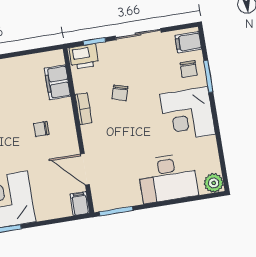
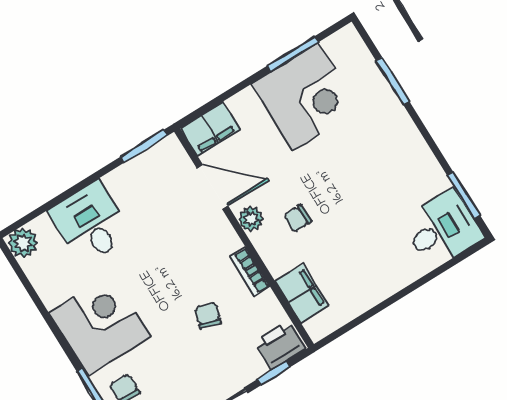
chair: (41, 129) -> (297, 218), turned 180
plant: (70, 140) -> (251, 219), added
desk: (168, 178) -> (90, 223), width x0.73
filing cabinet: (80, 204) -> (210, 129), width x2.00

